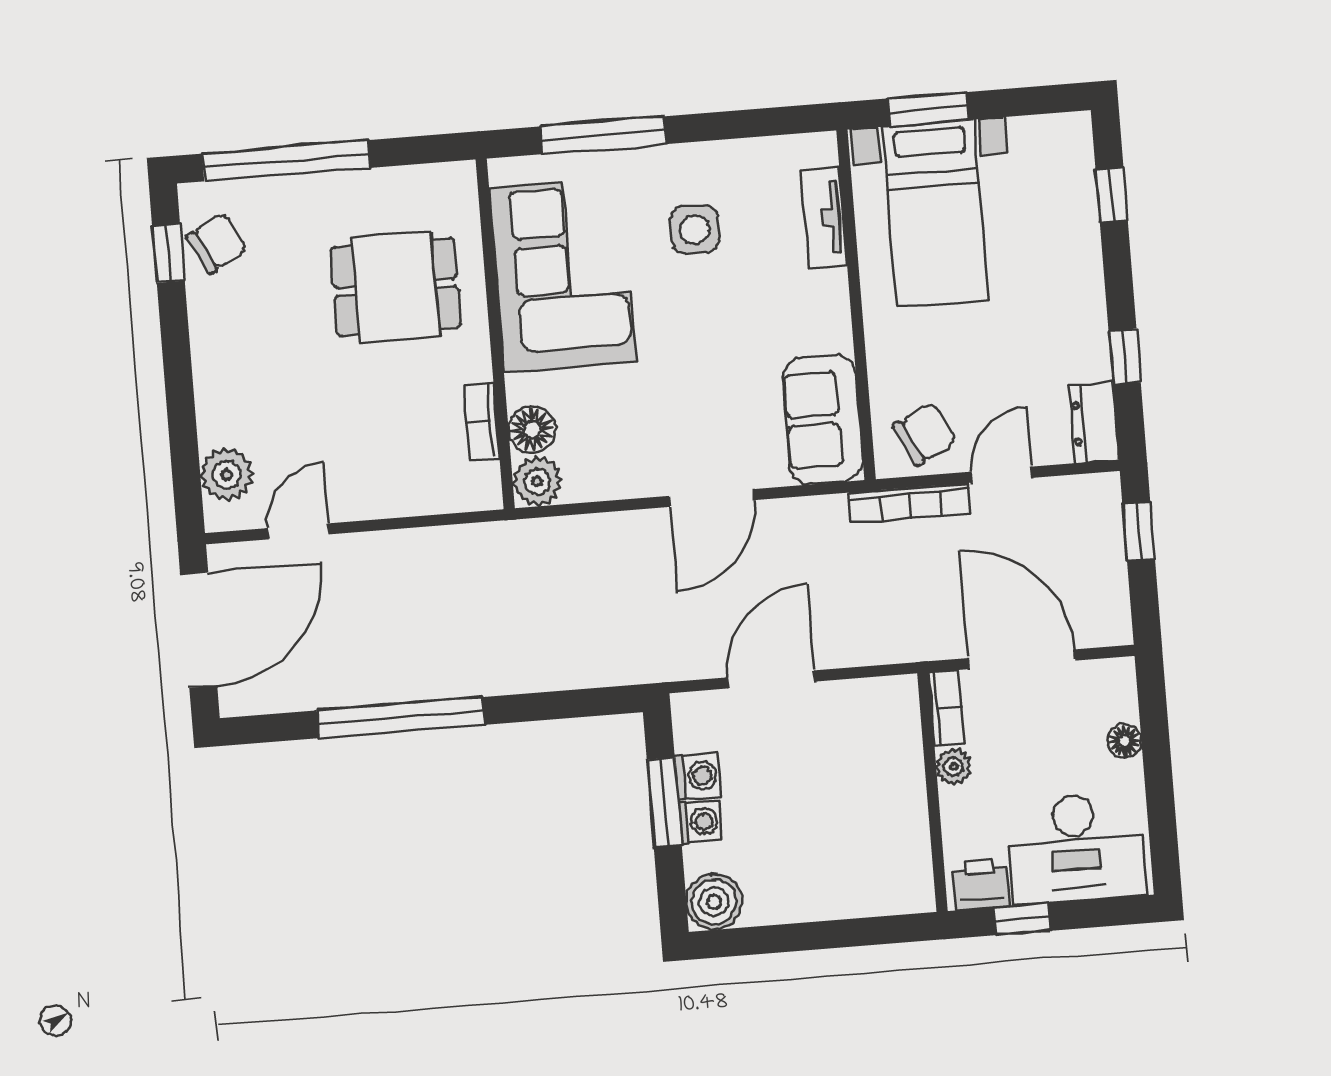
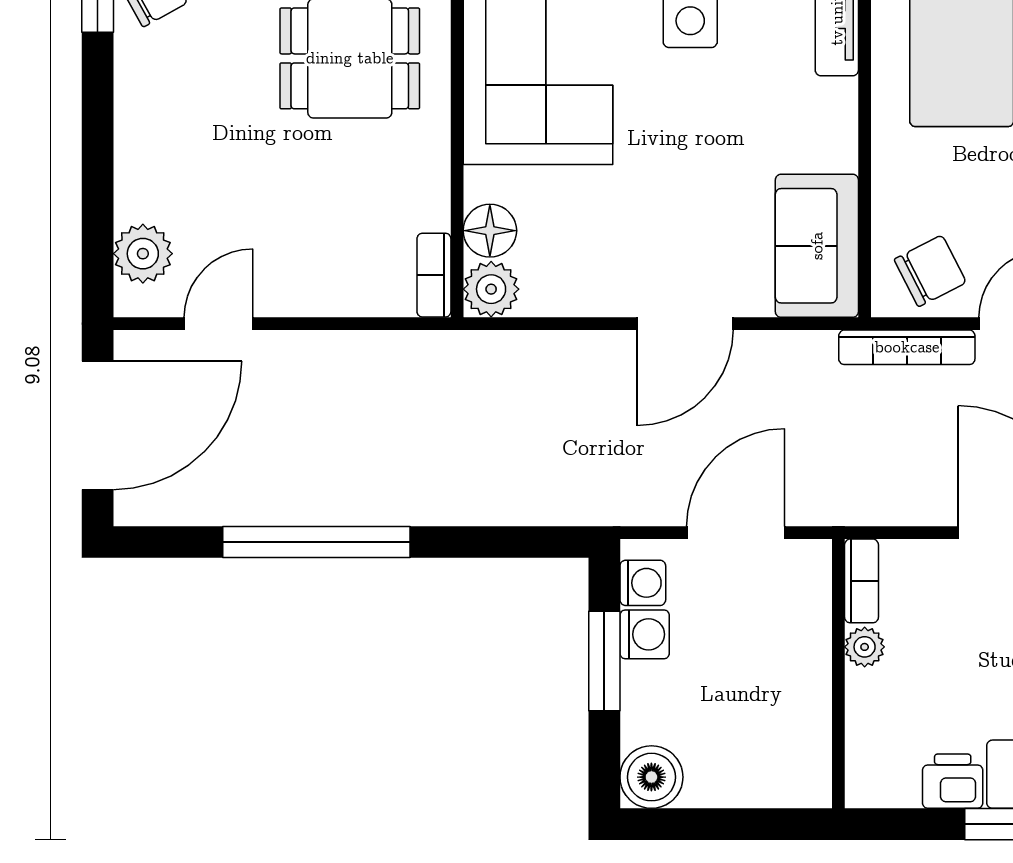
bookcase: (482, 421) -> (434, 275), moved
bookcase: (946, 708) -> (862, 581), moved
plant: (954, 767) -> (865, 647), moved
wall: (932, 792) -> (838, 674), moved
washing machine: (700, 822) -> (643, 583), moved

